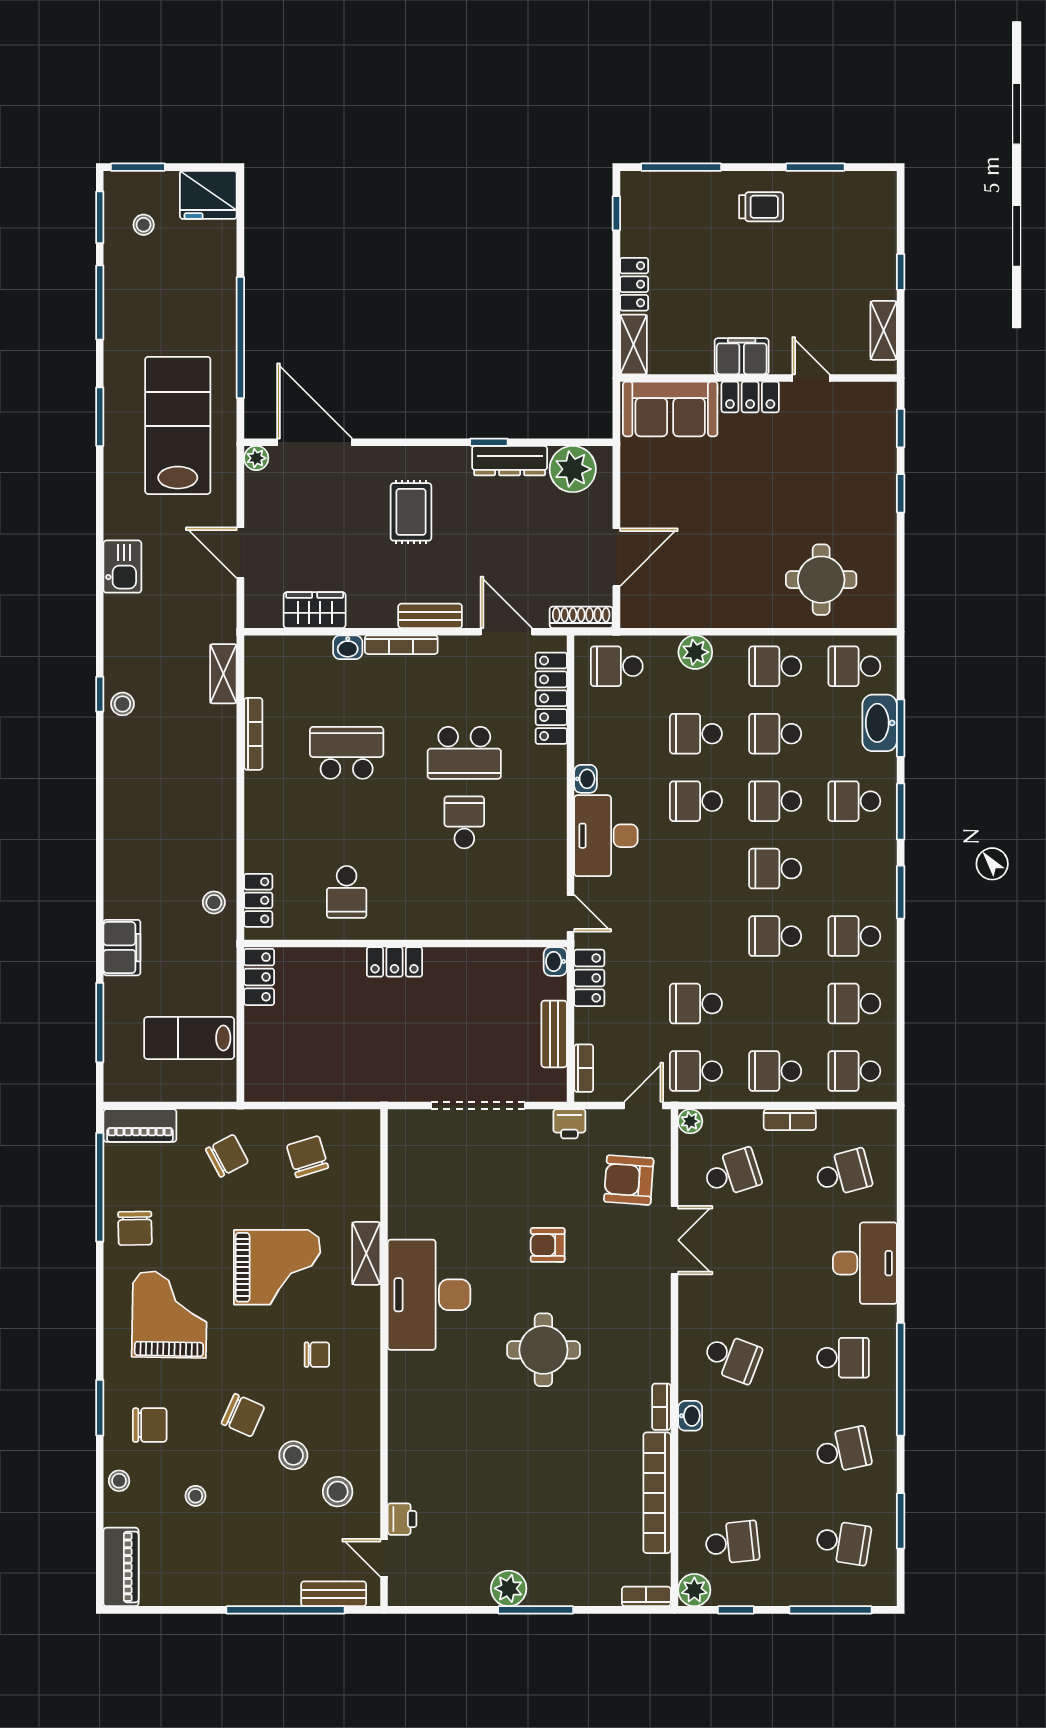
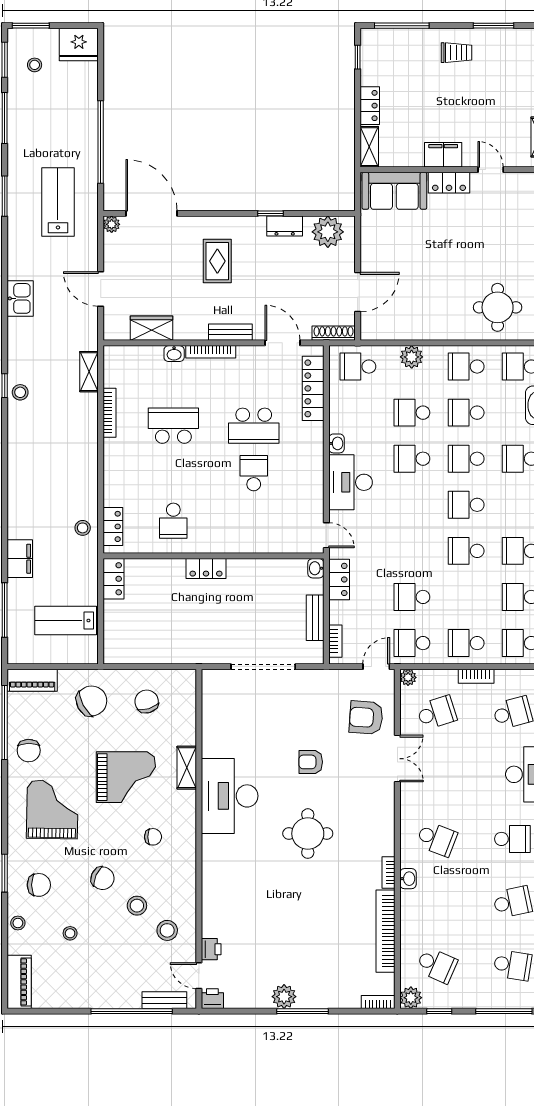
lab bench: (178, 425) -> (58, 202), width x0.73, depth x0.72
dresser: (510, 461) -> (285, 226), width x0.70
printer: (569, 1124) -> (212, 999), moved, turned 180
chair: (227, 1156) -> (92, 701), width x1.37, depth x1.37
school desk: (732, 1542) -> (437, 965), turned 30

